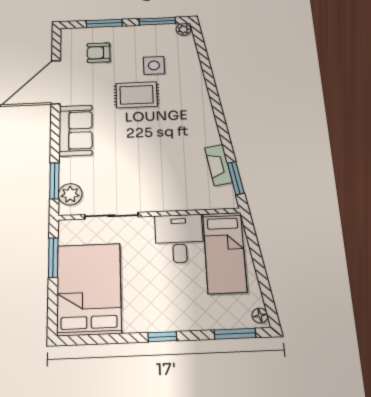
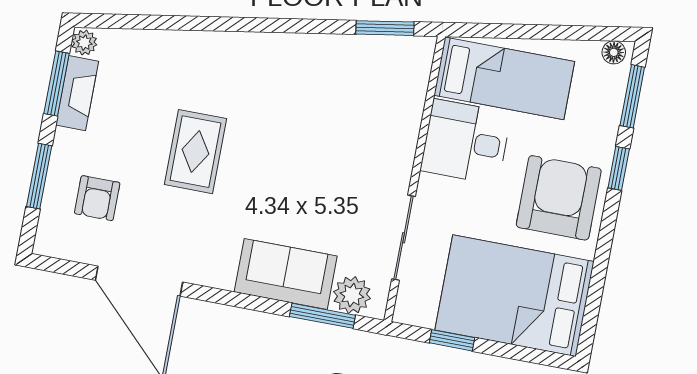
side table: (154, 65) -> (145, 110), removed
sofa: (76, 130) -> (286, 274), moved
fireplace: (219, 165) -> (77, 93), moved, turned -81
window: (53, 258) -> (452, 340), width x0.67
armchair: (158, 302) -> (559, 198), added
window: (162, 337) -> (619, 168), moved

